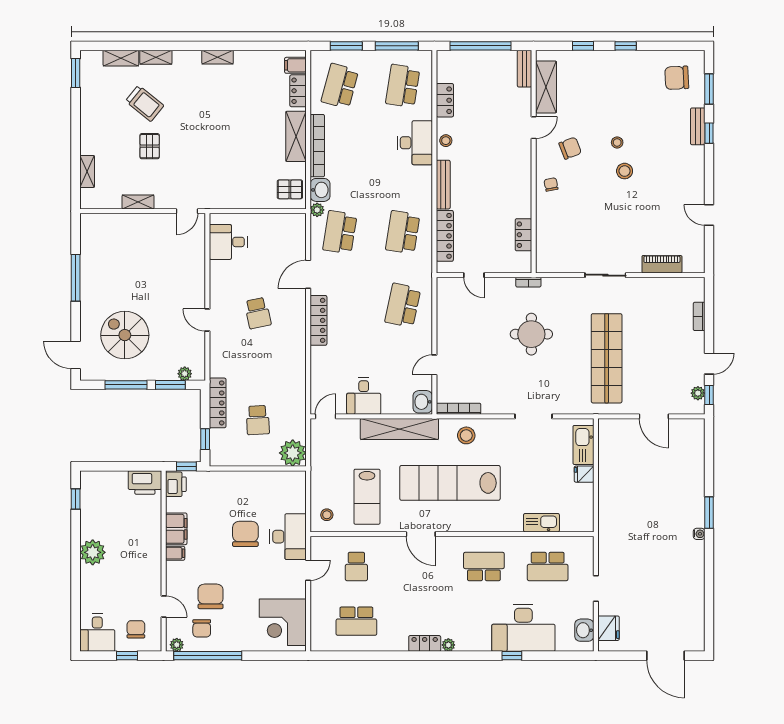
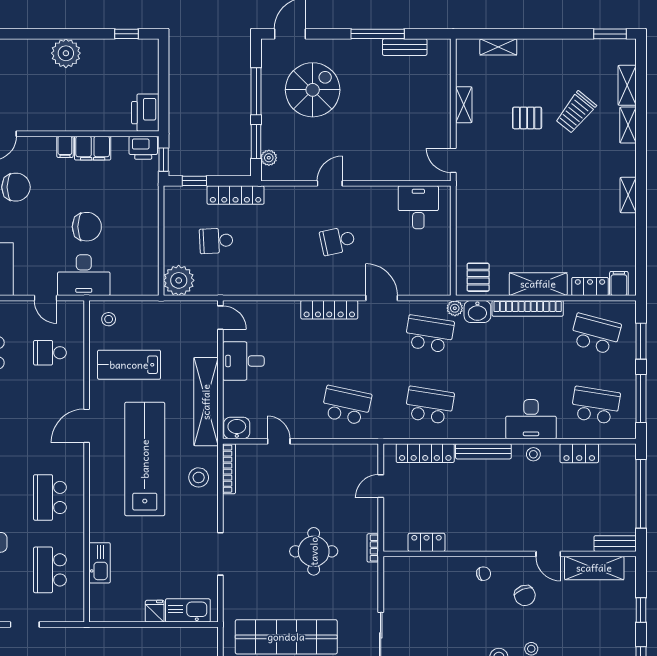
bench: (87, 254) -> (405, 47), added
school desk: (484, 566) -> (50, 497), turned 180

